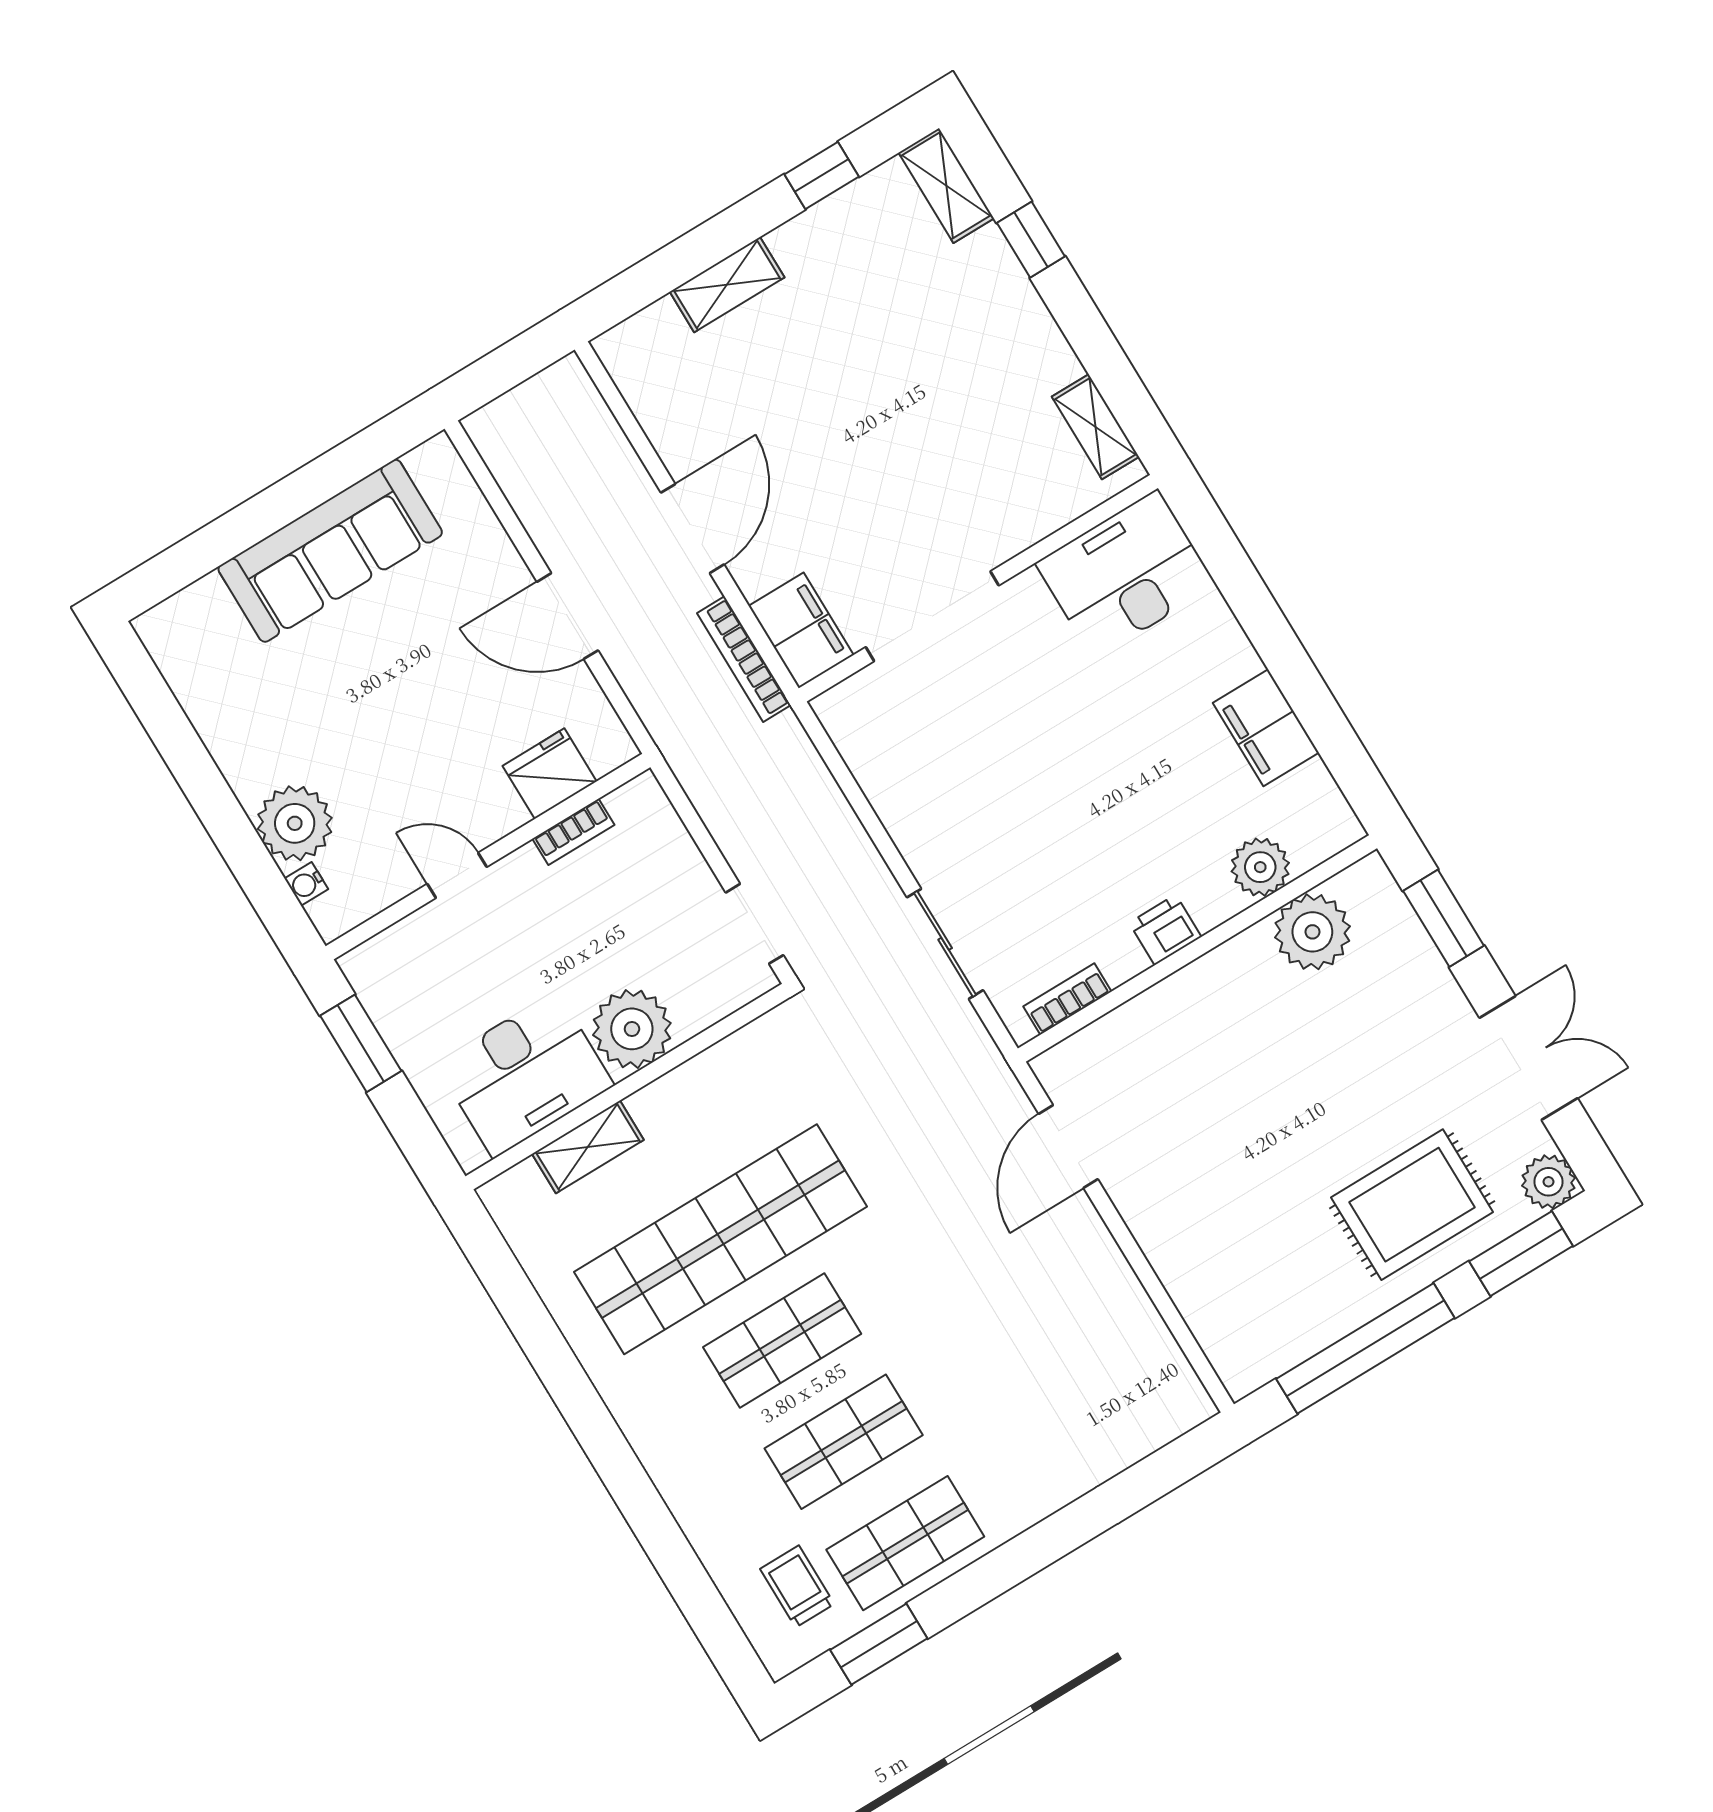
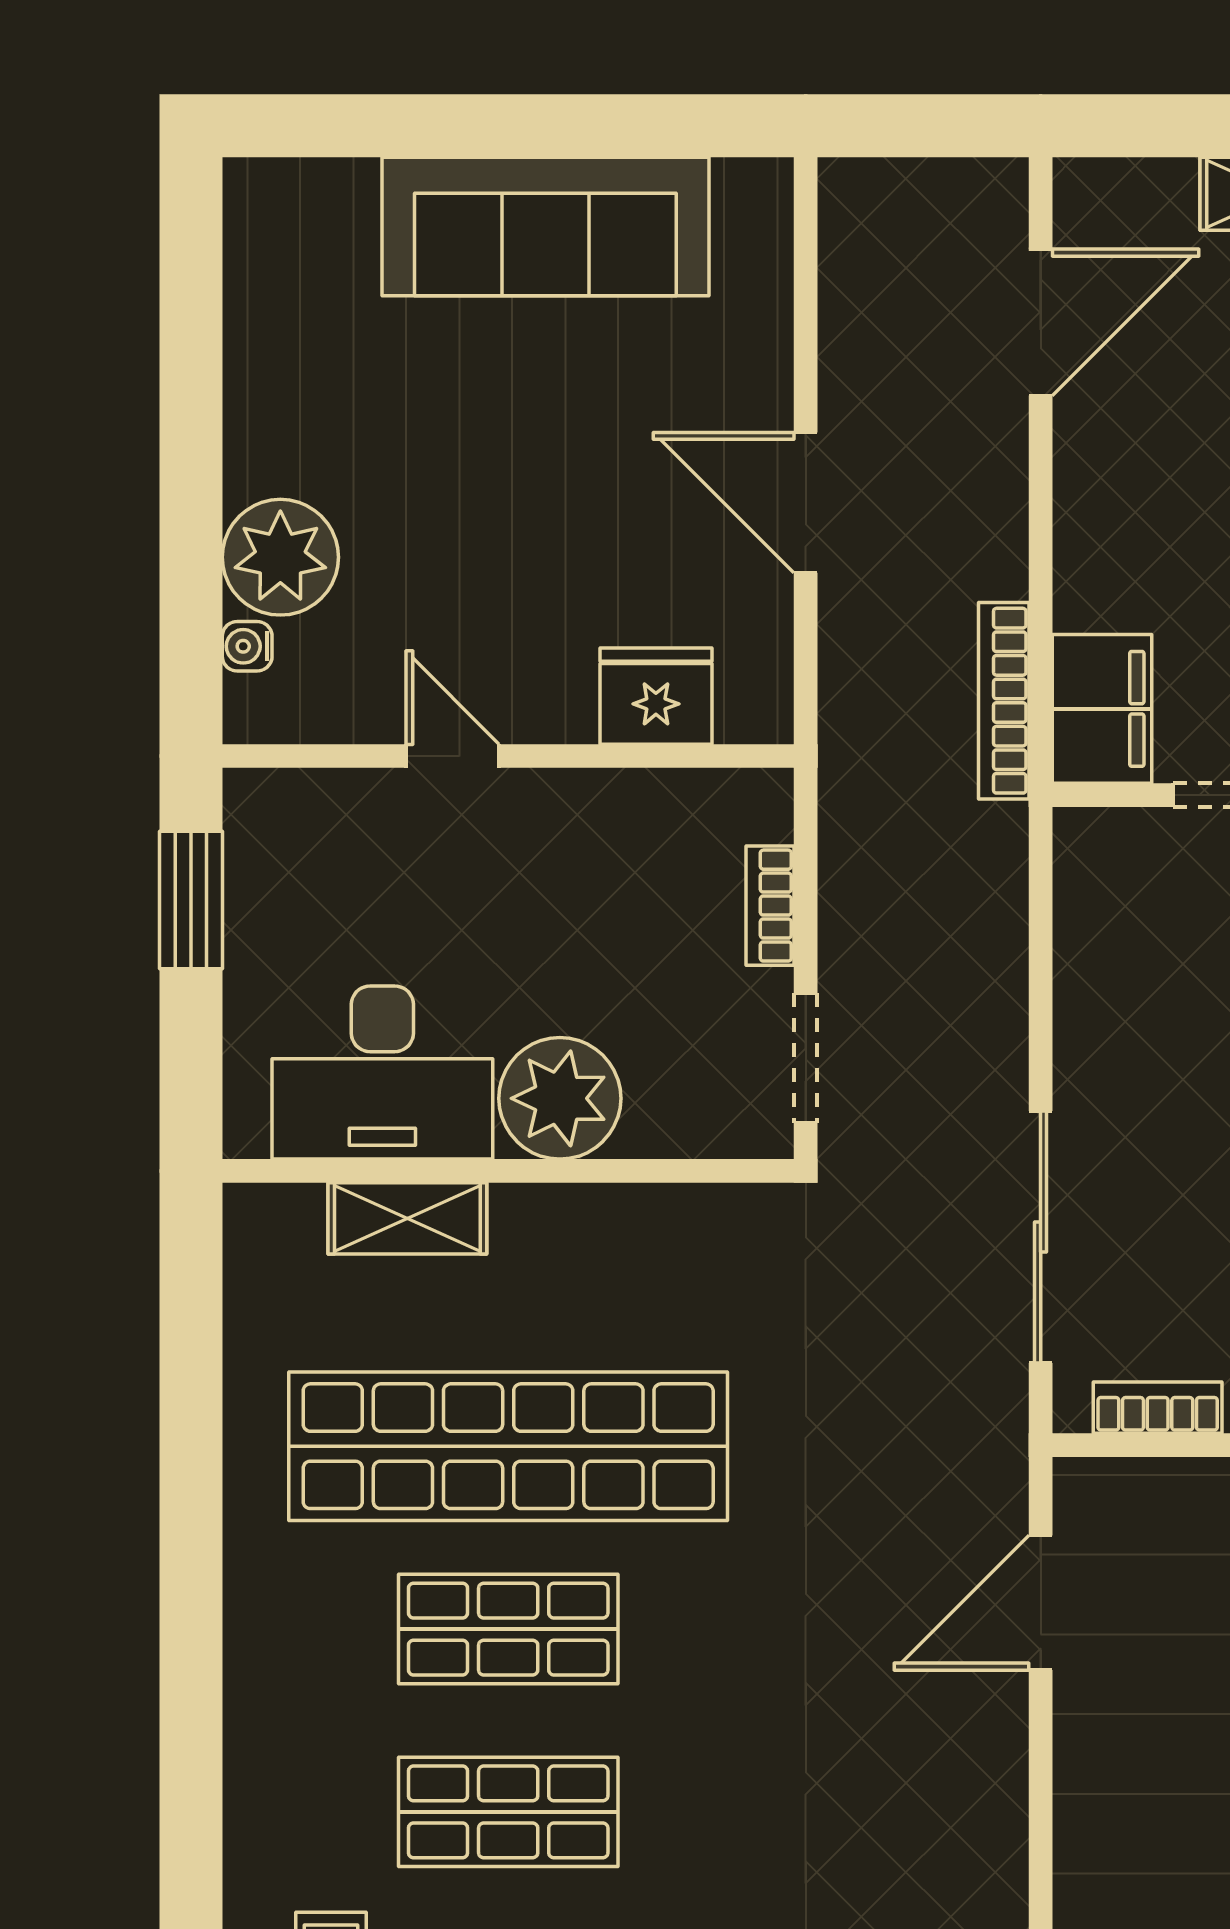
door: (693, 529) -> (1041, 322), moved
bookcase: (573, 832) -> (770, 906), moved, turned 90
sliding door: (945, 944) -> (1041, 1237), width x1.37

